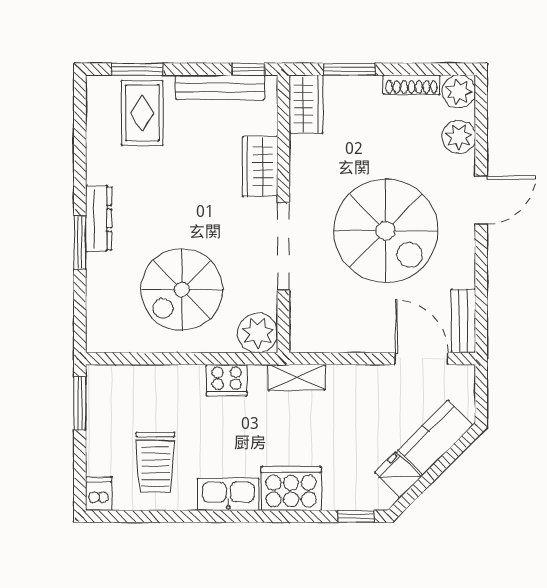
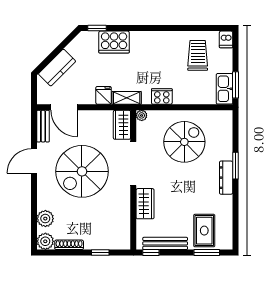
window: (350, 69) -> (100, 253), width x0.67
wardrobe: (306, 104) -> (122, 125), moved
door: (481, 200) -> (34, 161), moved
spiral stairs: (386, 231) -> (82, 171), turned -90
plant: (258, 333) -> (142, 115), width x0.53, depth x0.53
fridge: (398, 475) -> (104, 95), moved, turned -135
cooker: (291, 488) -> (114, 42), moved
kitchen sink: (228, 494) -> (224, 89), moved, turned 90

